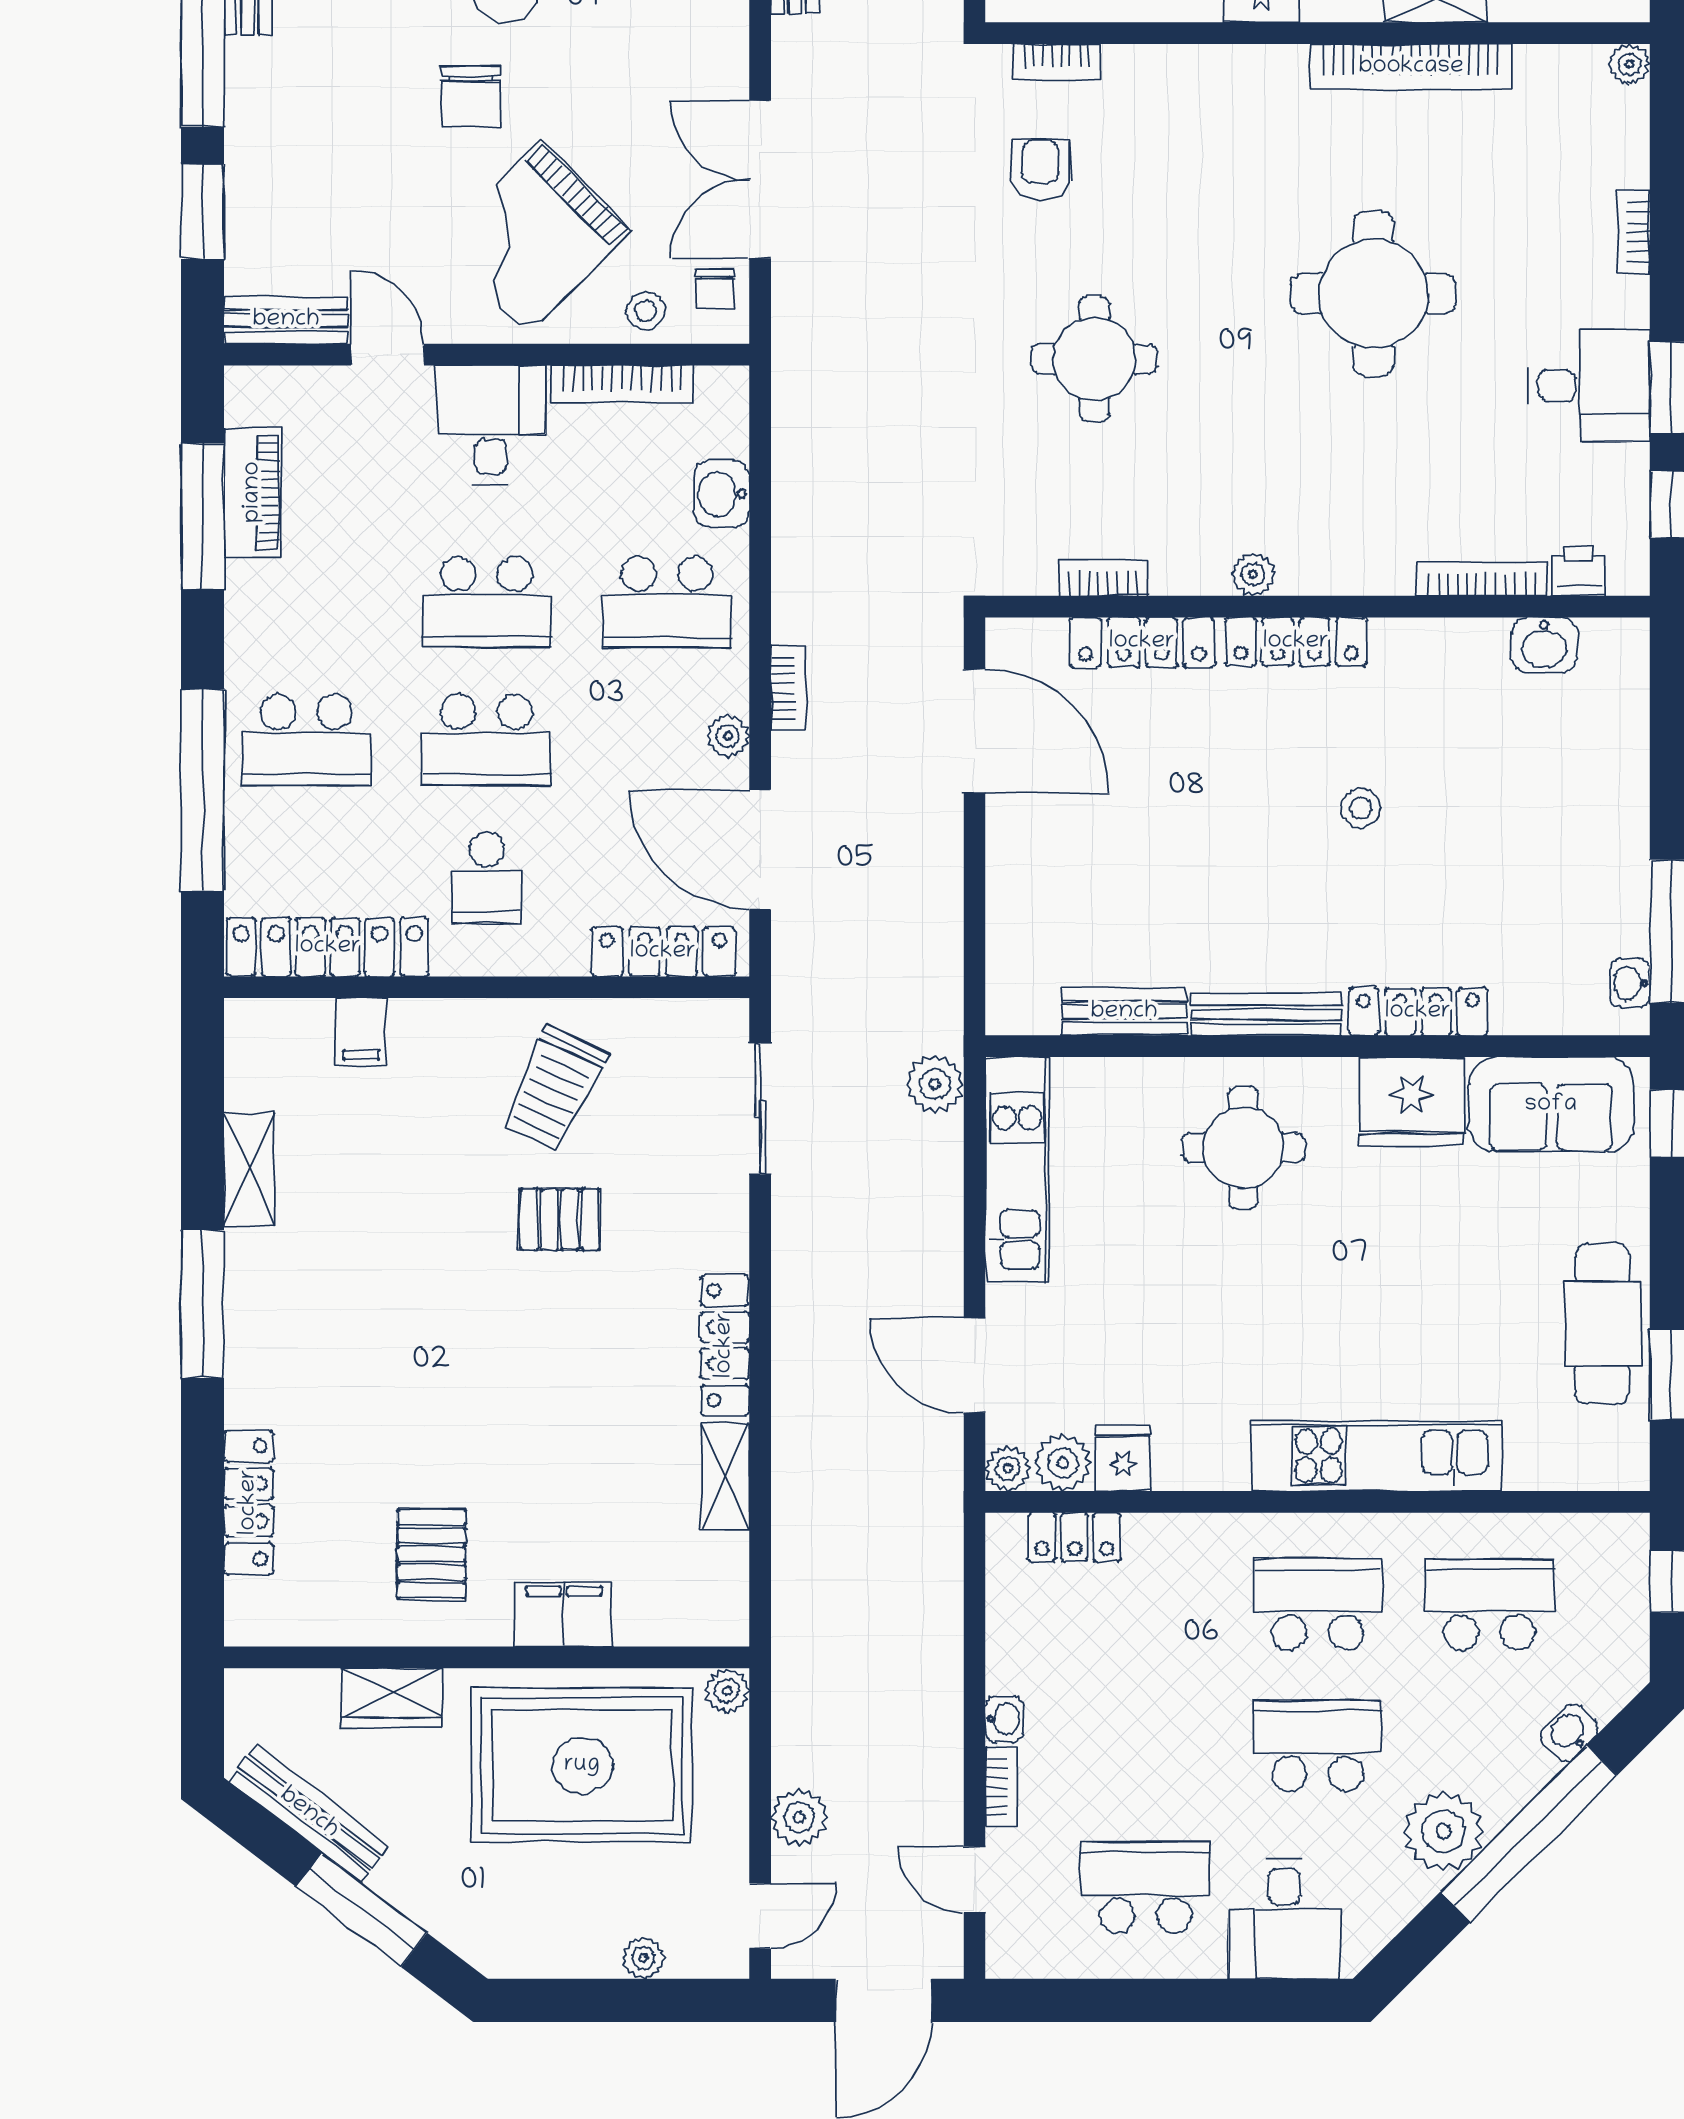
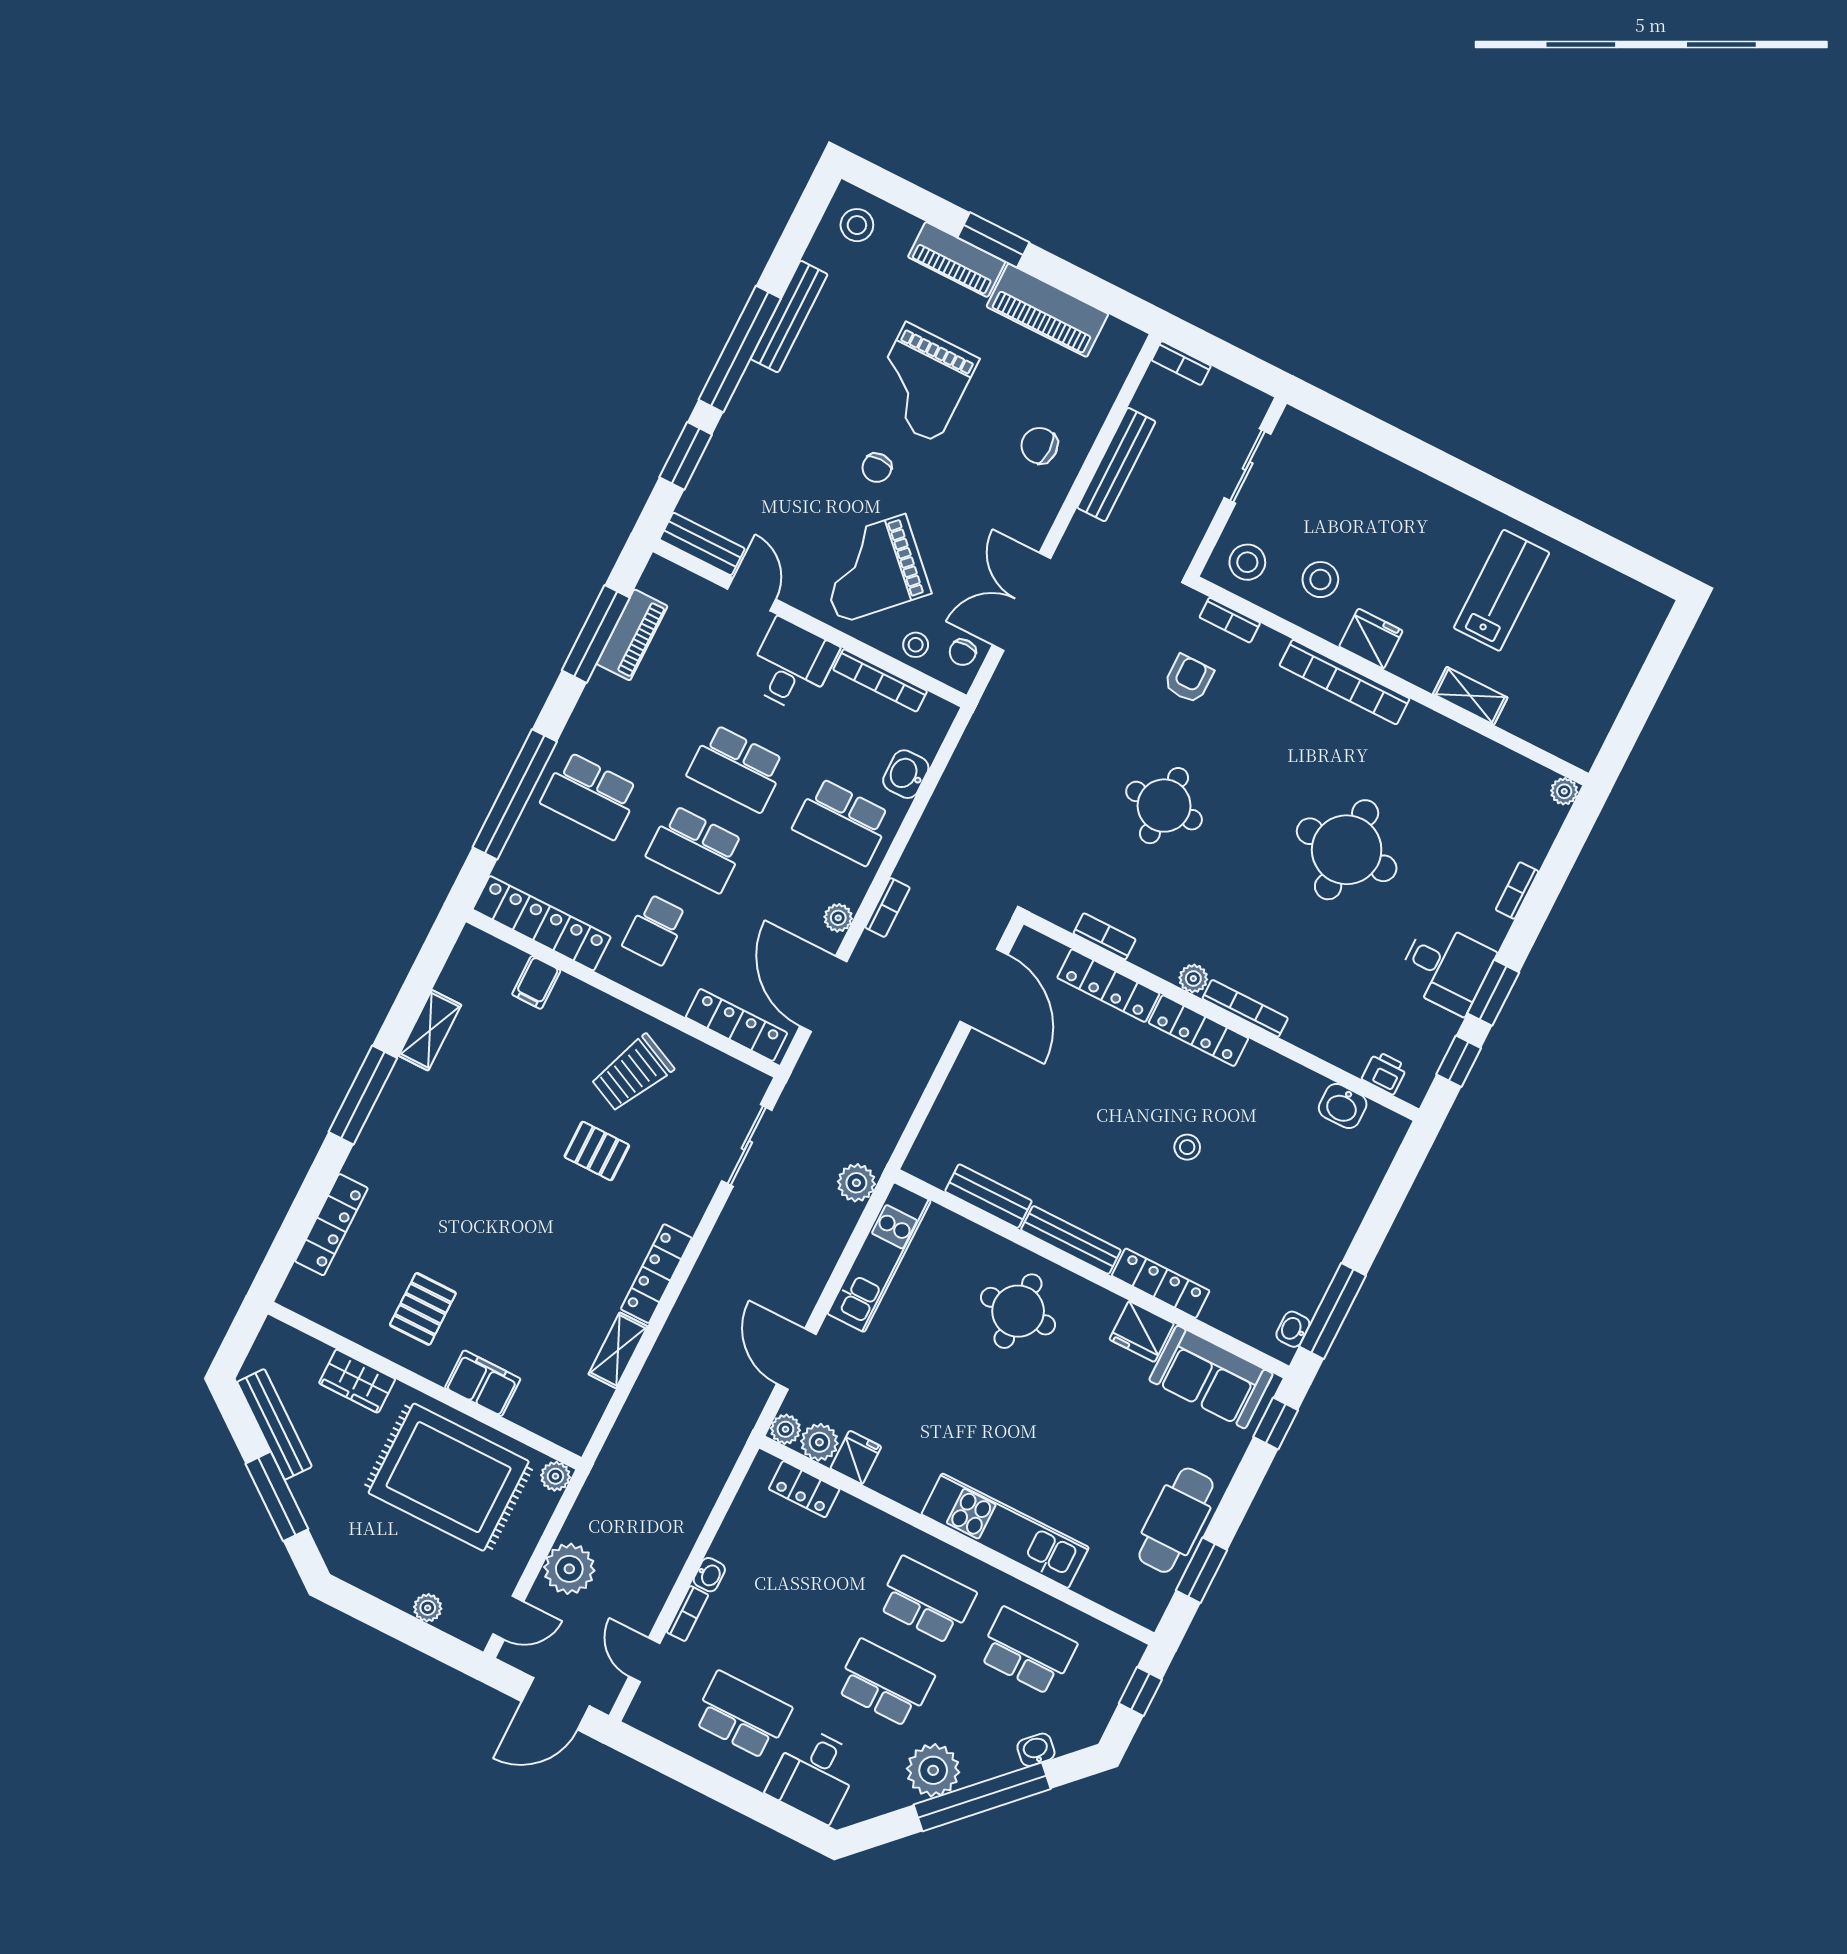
bookcase: (1411, 67) -> (1345, 682), moved
chair: (471, 96) -> (877, 468), width x0.73, depth x0.73
bookcase: (1481, 579) -> (1245, 1008), moved
fridge: (1412, 1102) -> (1142, 1331), width x0.73, depth x0.75
plant: (799, 1818) -> (569, 1569), width x1.36, depth x1.36

